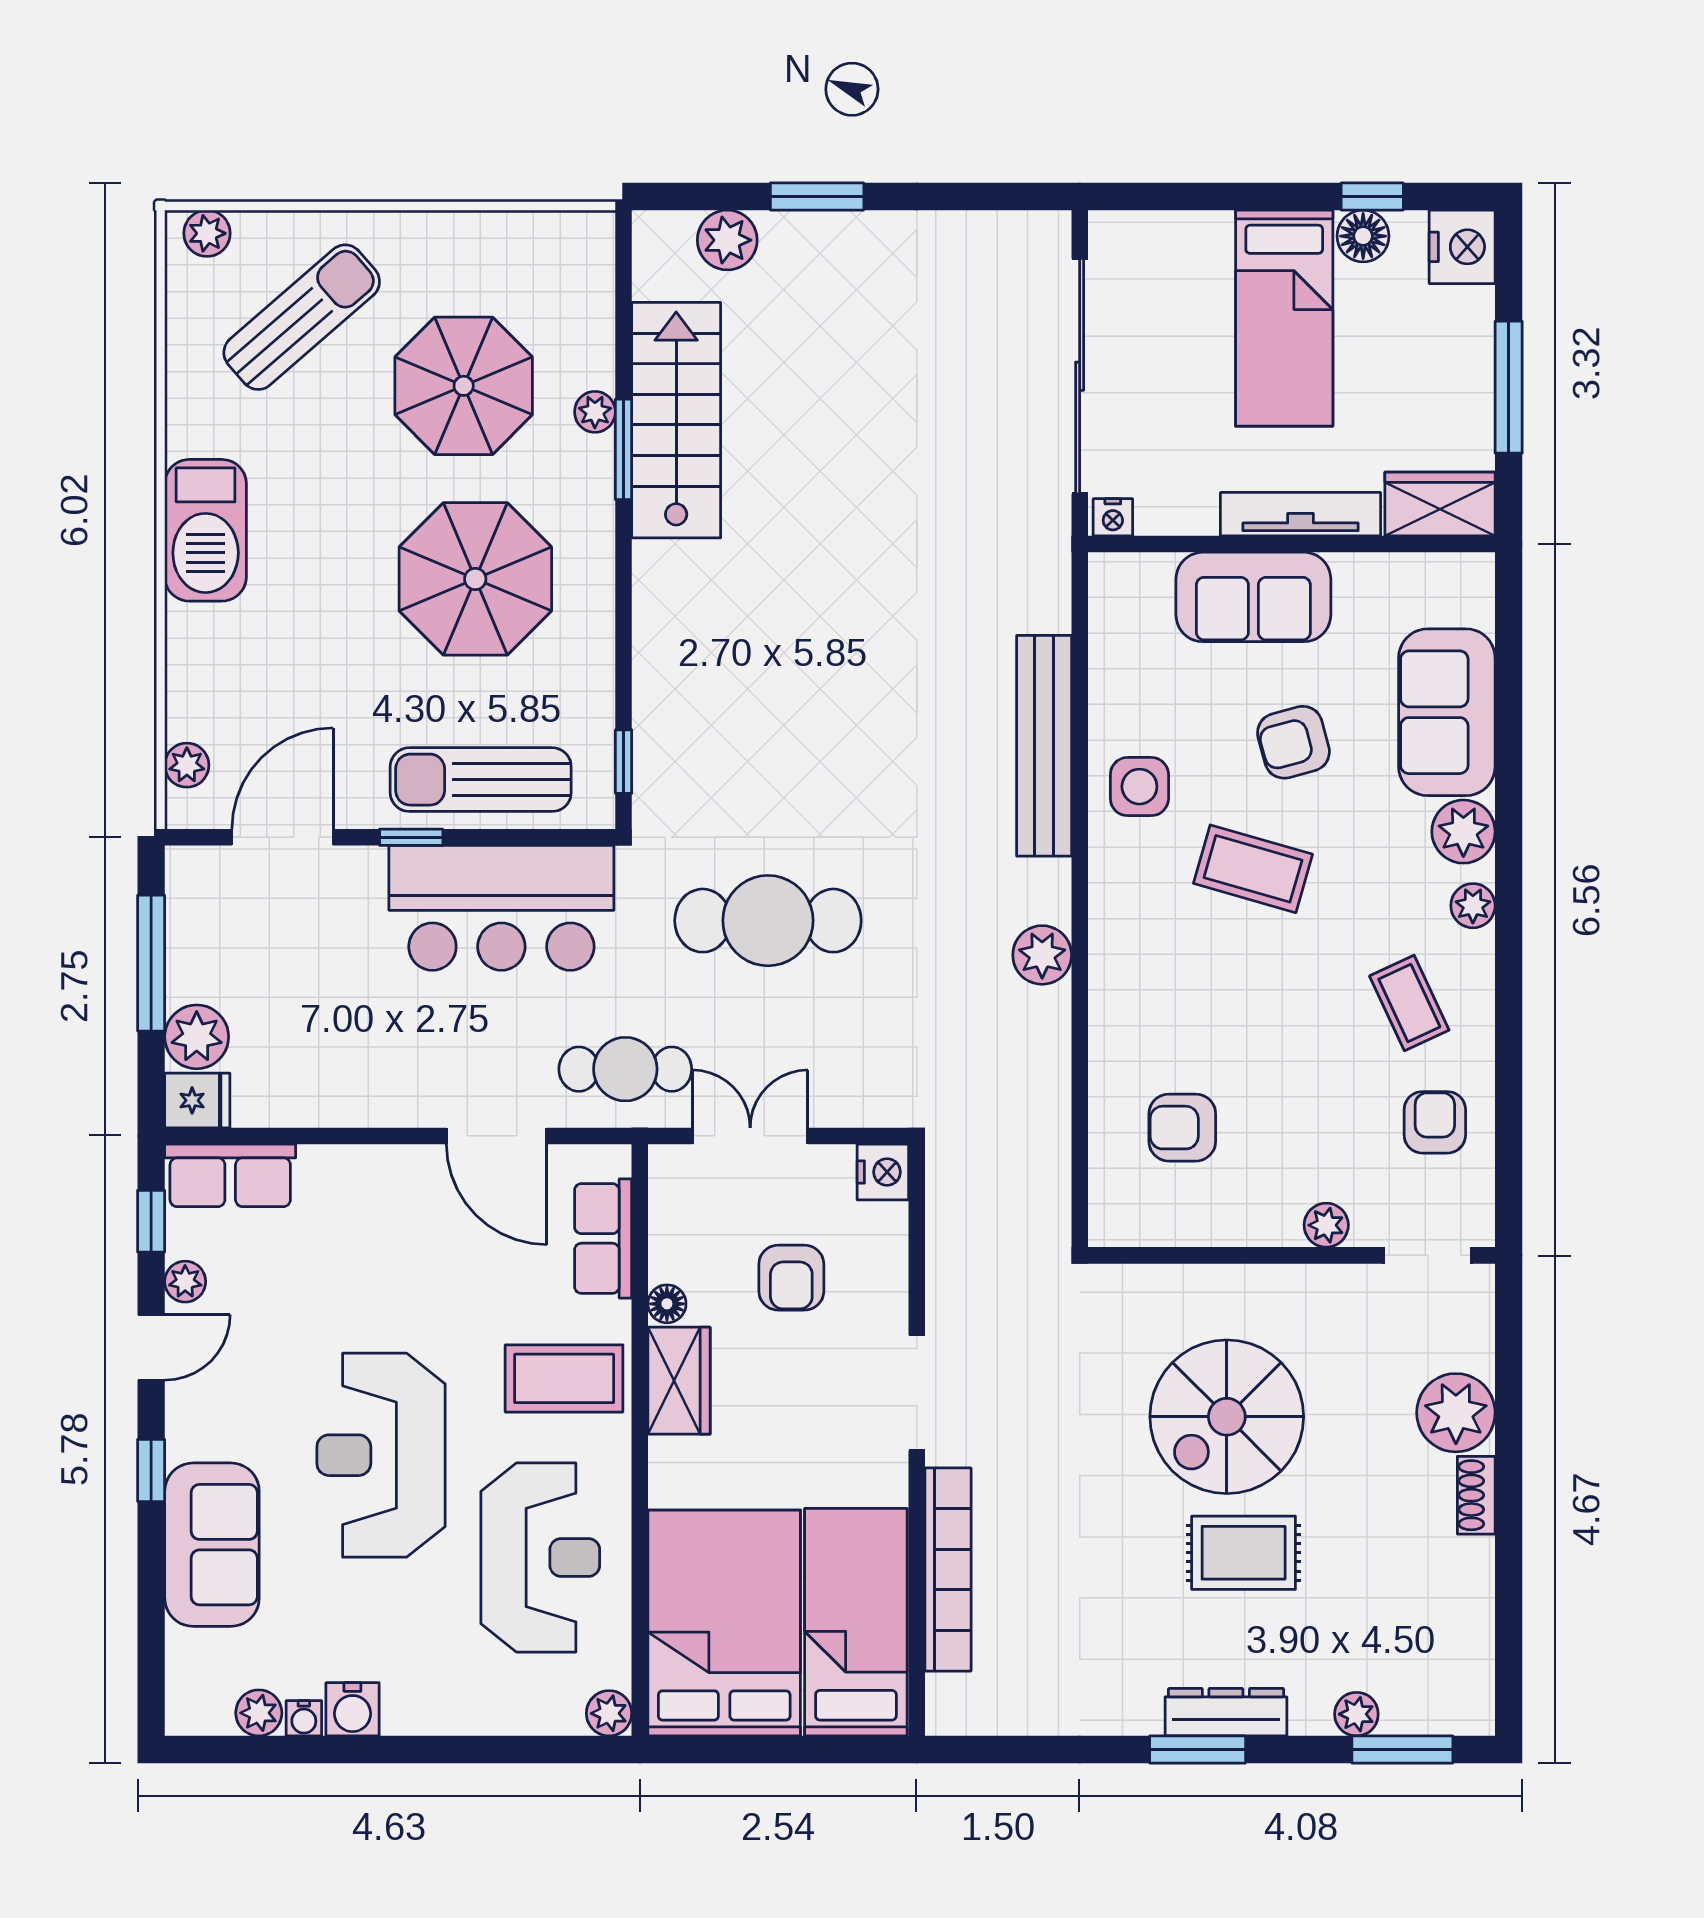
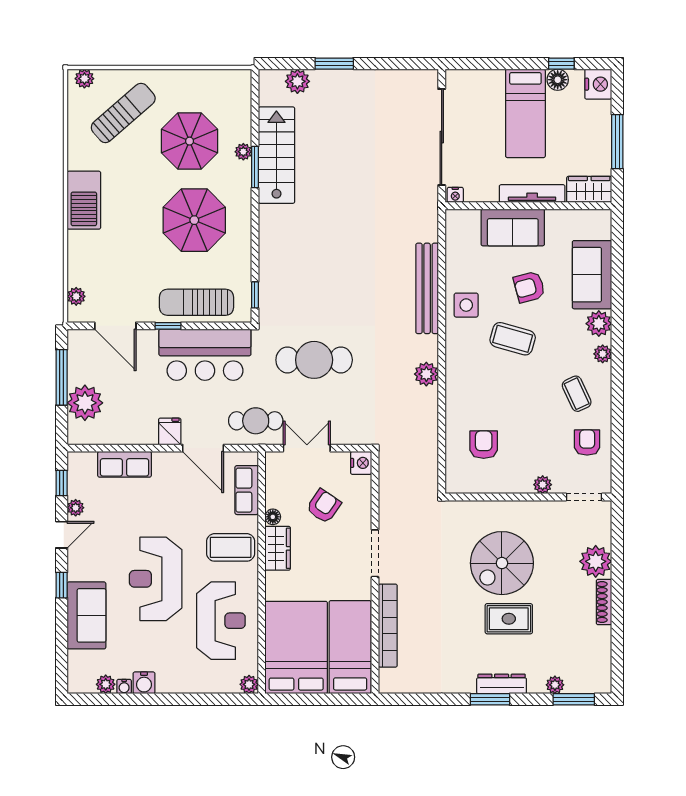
door: (282, 837) -> (115, 326), swing flipped
plant: (197, 1037) -> (85, 403), width x1.36, depth x1.36
fridge: (197, 1100) -> (170, 431), moved, turned -90
armchair: (1182, 1128) -> (484, 445), turned 90
row of seats: (230, 1175) -> (124, 464), moved
armchair: (791, 1278) -> (324, 506), turned -146
shoe rack: (1476, 1495) -> (604, 602), width x1.43

